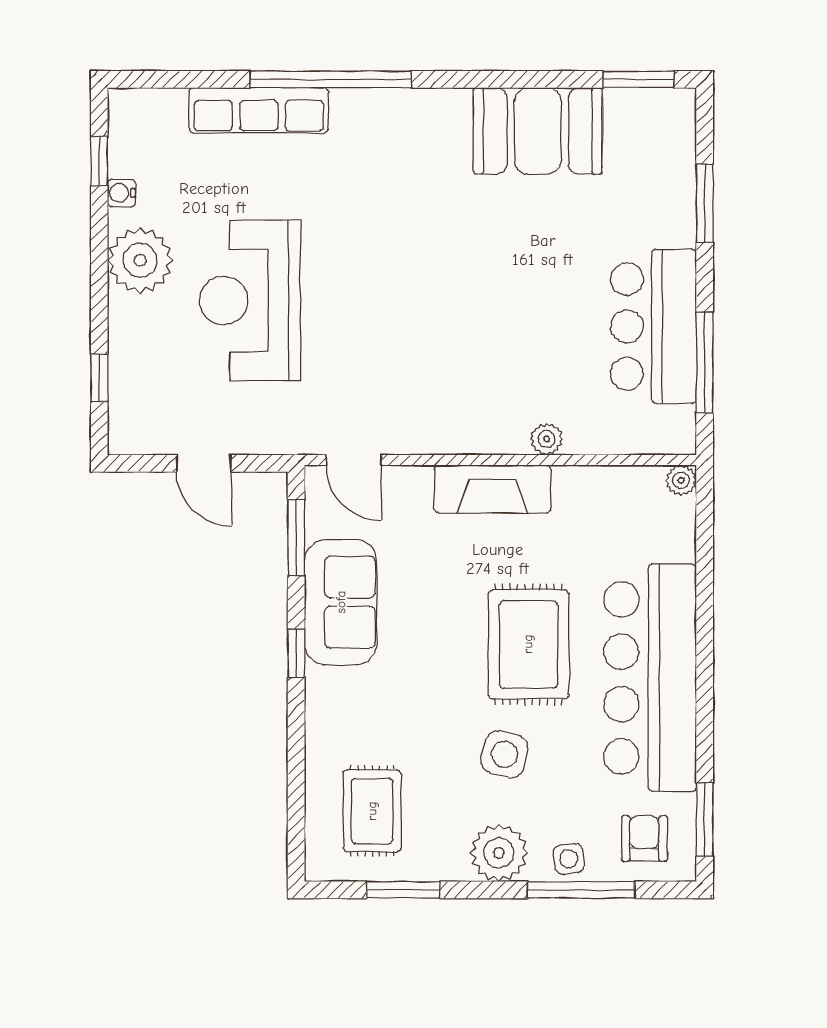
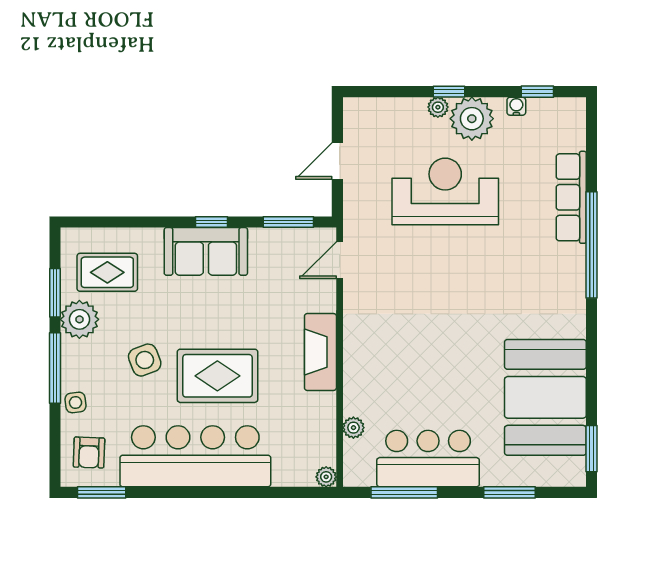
booth: (538, 131) -> (545, 397), width x1.36, depth x1.42
plant: (123, 311) -> (438, 107), added
window: (99, 378) -> (449, 92), moved
plant: (547, 439) -> (353, 428), moved
sofa: (341, 602) -> (206, 251), moved
side table: (505, 754) -> (145, 360), turned -36
armchair: (644, 839) -> (89, 453), turned 92
plant: (499, 853) -> (79, 319), moved
window: (581, 890) -> (55, 368), moved

